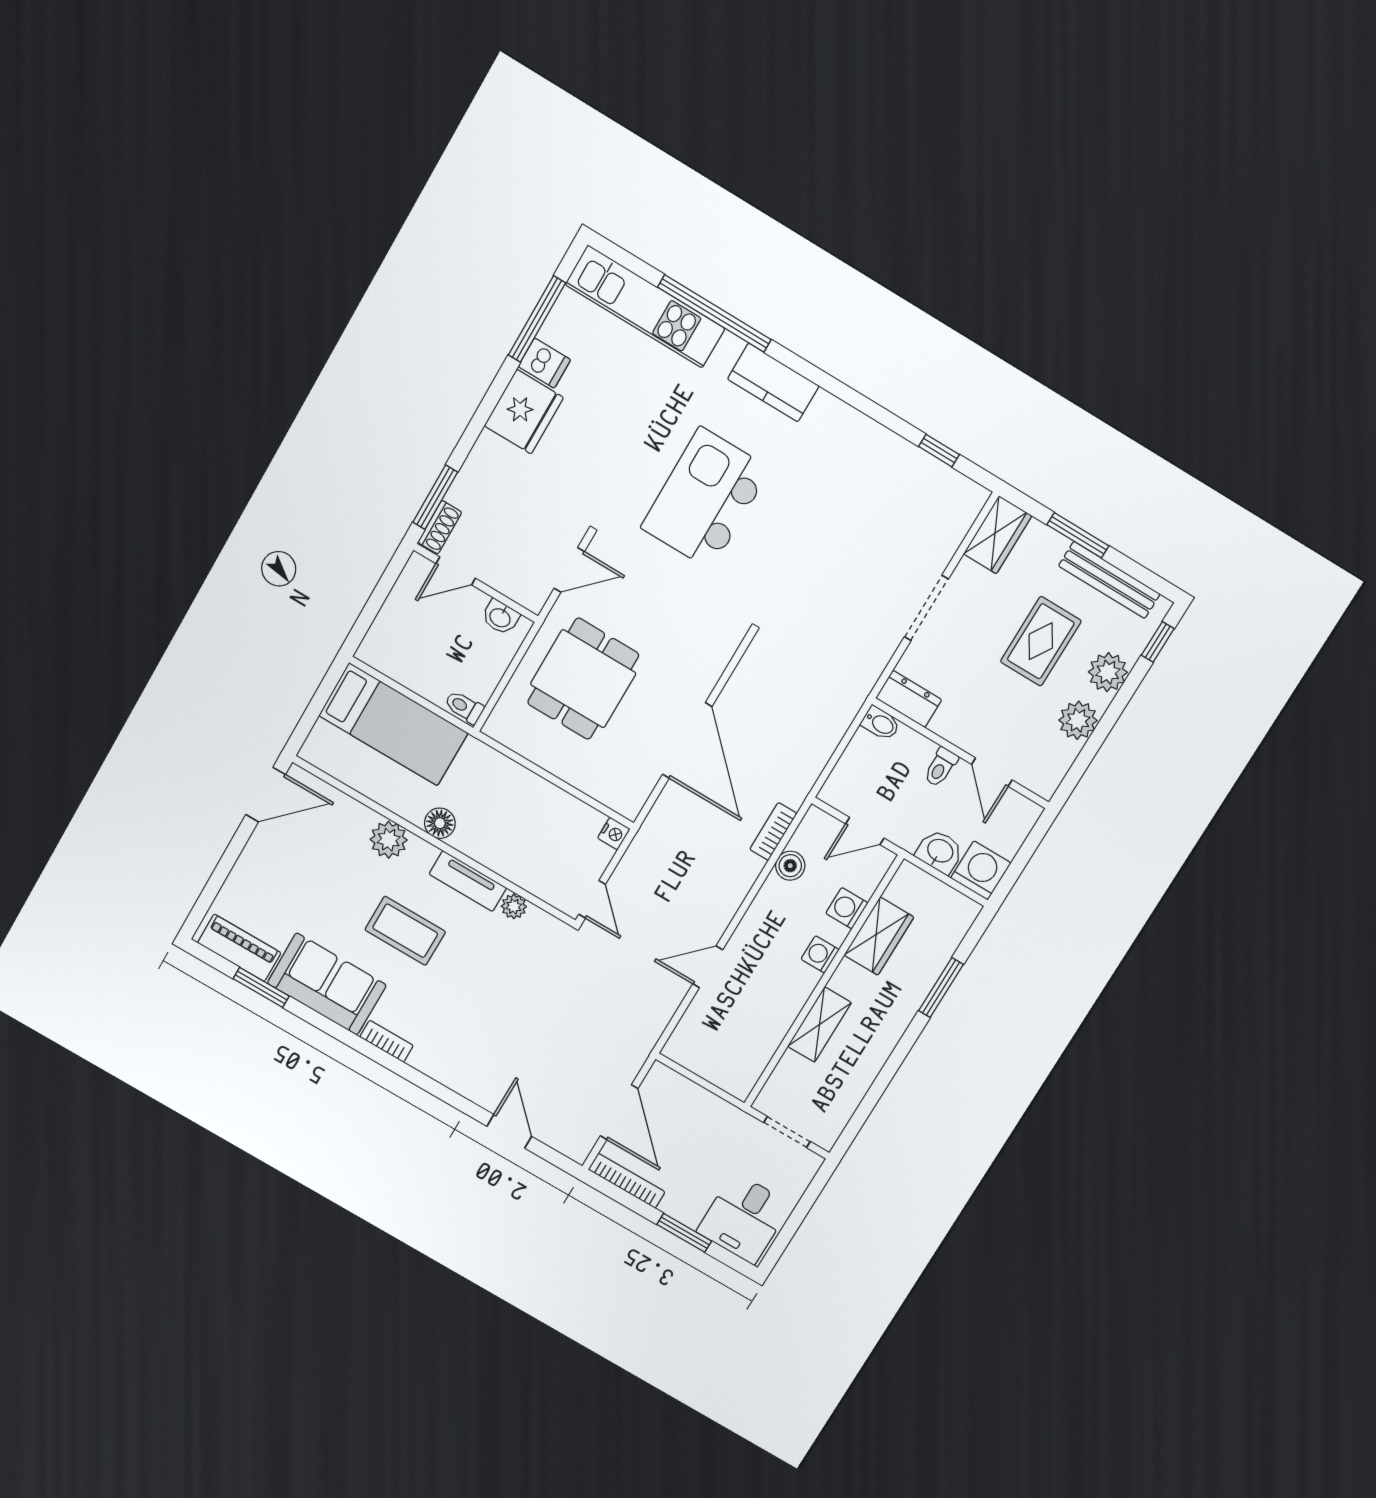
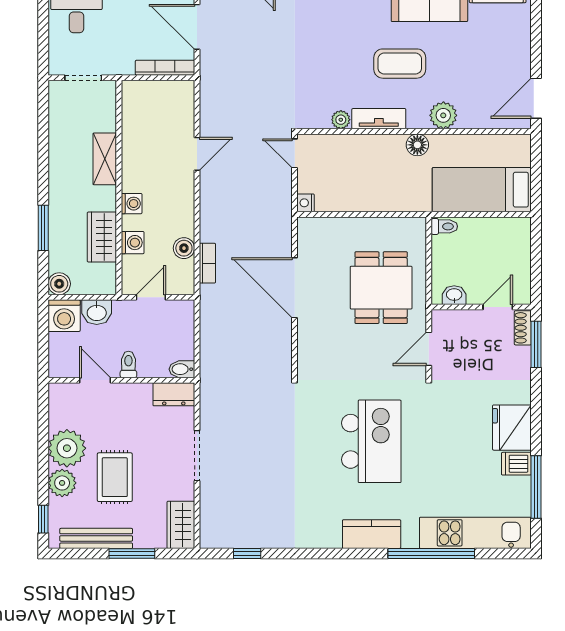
plant: (1078, 720) -> (67, 448), width x1.36, depth x1.36
boiler: (963, 911) -> (59, 284), added
bookcase: (685, 1088) -> (165, 68), added

